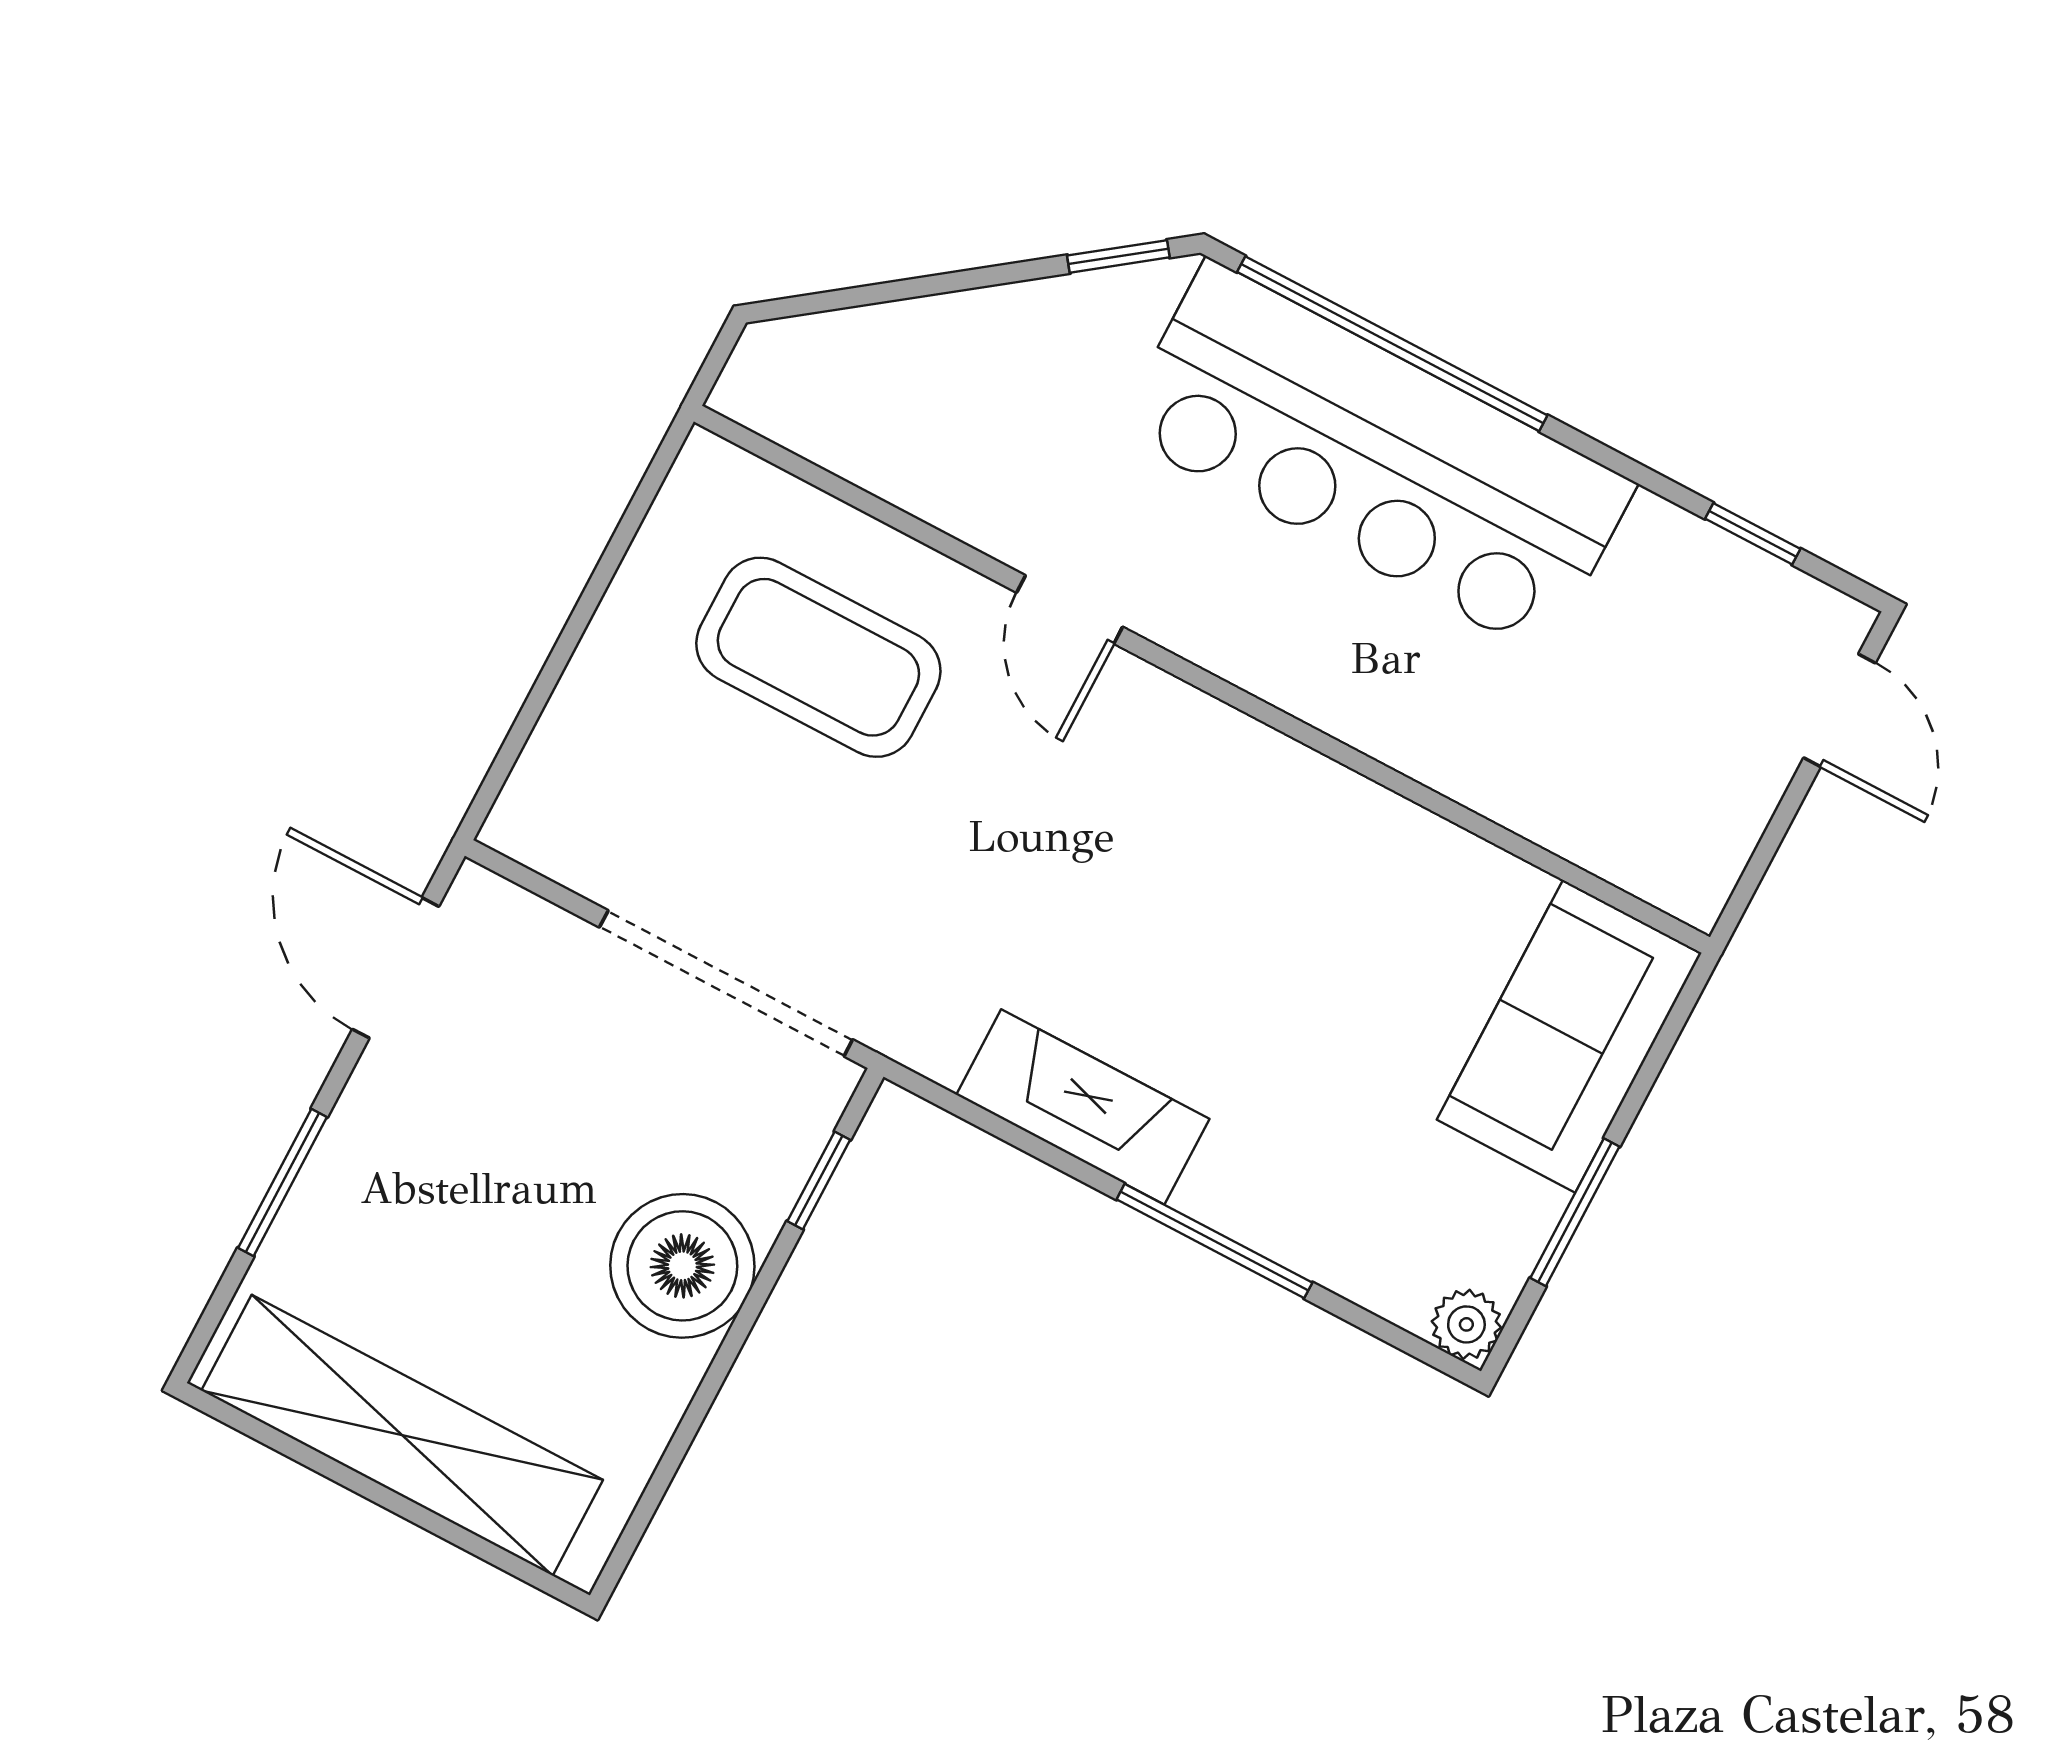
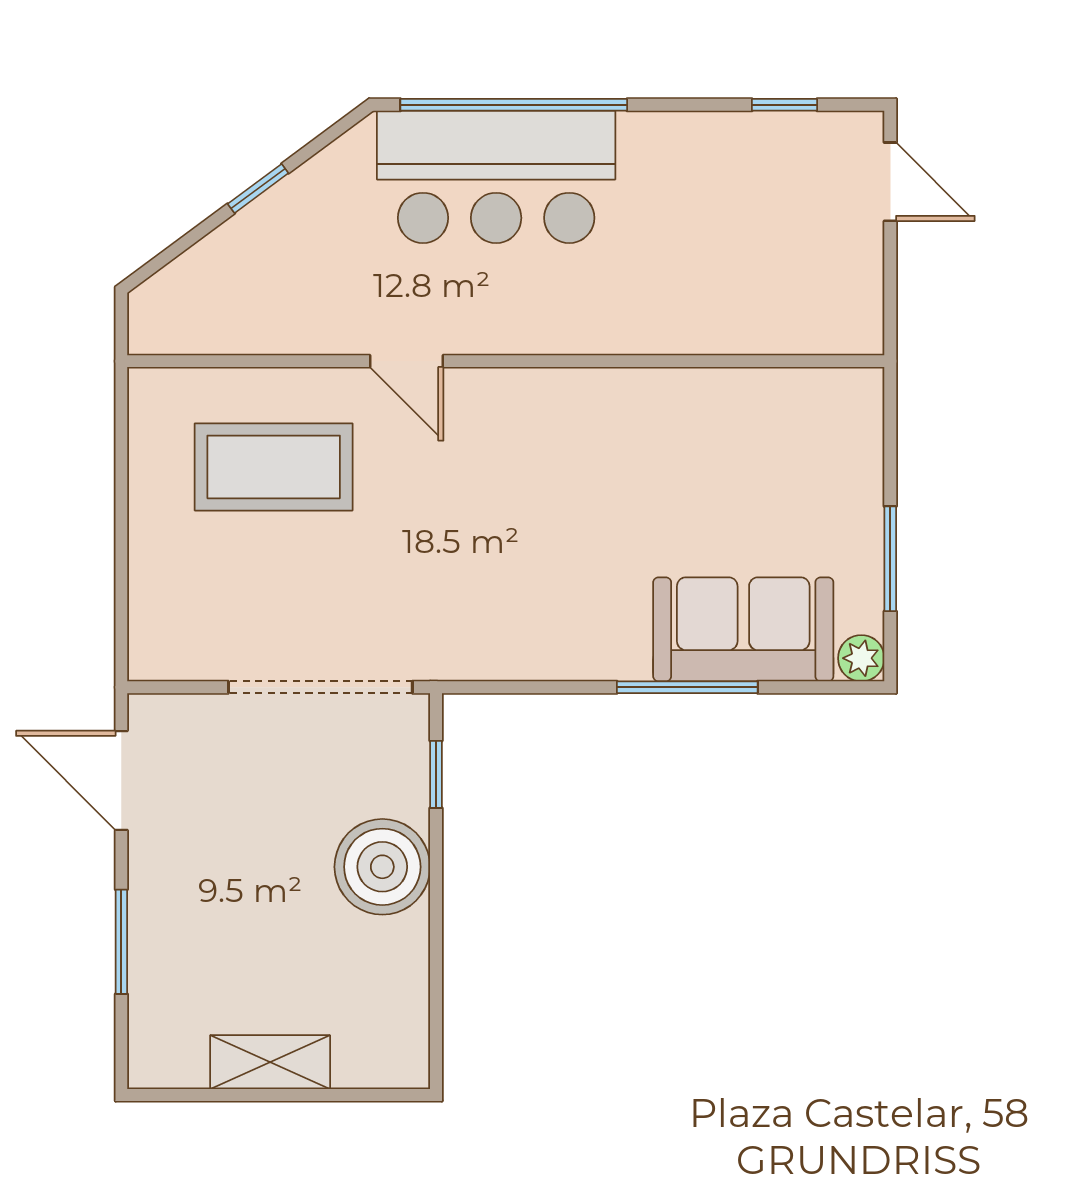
window: (1118, 256) -> (258, 189), moved
bar counter: (1376, 458) -> (496, 177), width x0.73
sofa: (1569, 1036) -> (743, 629), moved, turned 90
fireplace: (1083, 1107) -> (568, 649), removed
shelving: (402, 1435) -> (270, 1062), width x0.45, depth x0.75

